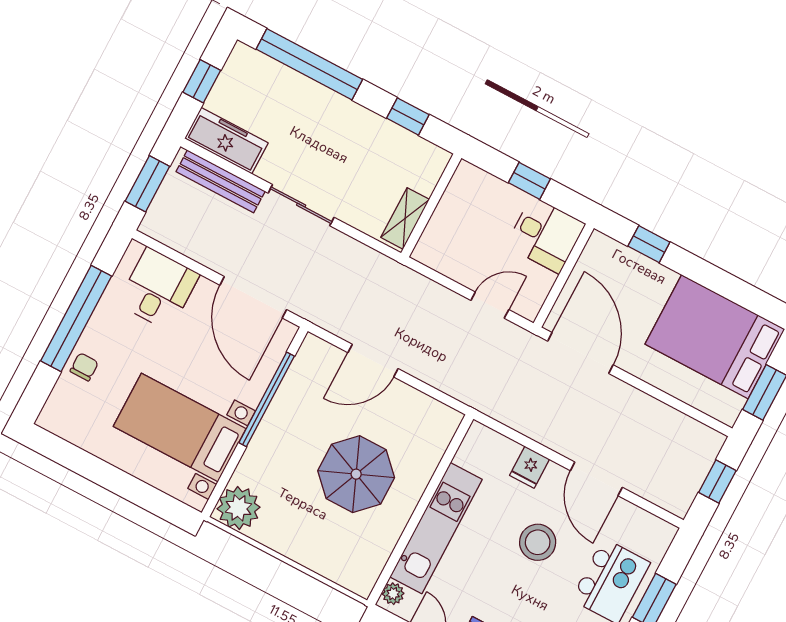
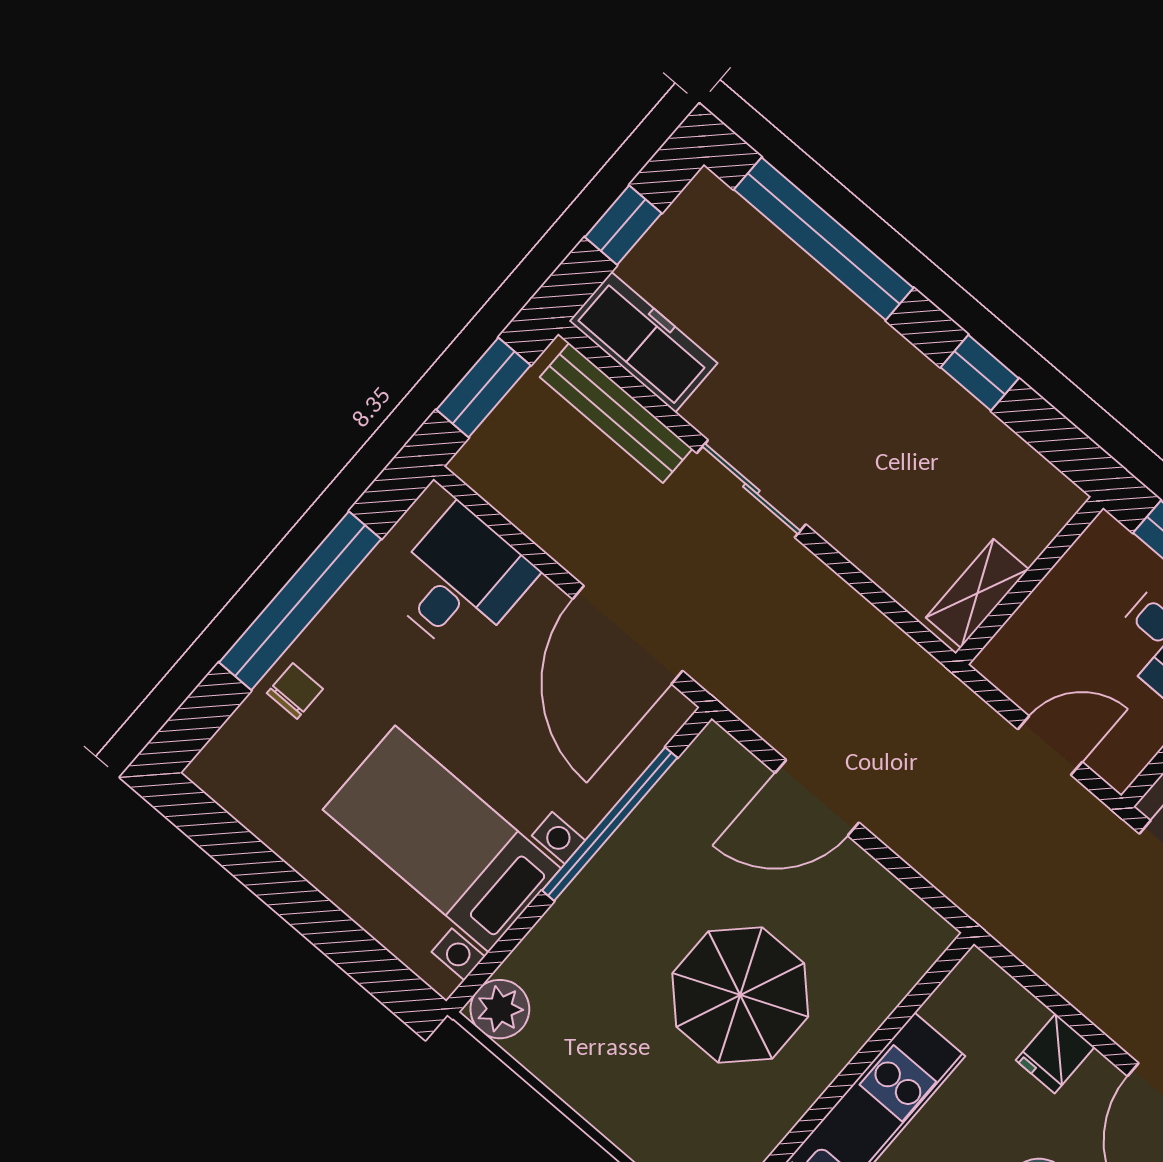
wall: (431, 206) -> (1030, 581), moved
shelving: (405, 218) -> (977, 593), moved
plant: (239, 508) -> (500, 1009), width x0.73, depth x0.73

